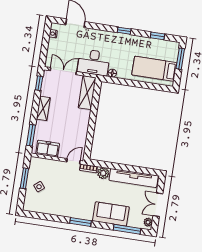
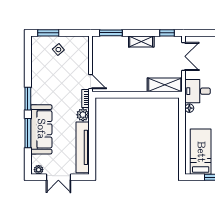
desk: (94, 62) -> (198, 91), width x0.73
freezer: (48, 149) -> (100, 52), removed
window: (24, 178) -> (48, 33), moved
double door: (158, 205) -> (58, 177), swing flipped
sofa: (111, 214) -> (41, 129), width x1.36
window: (127, 229) -> (28, 133), moved

